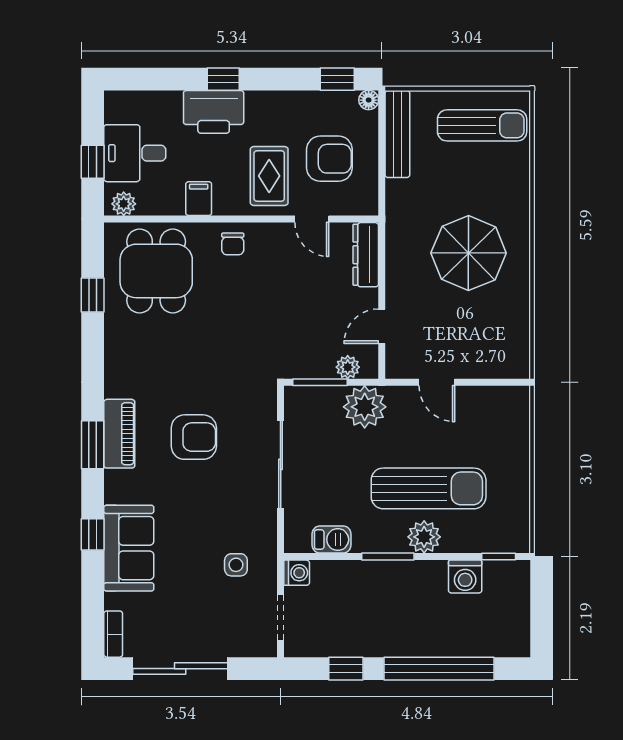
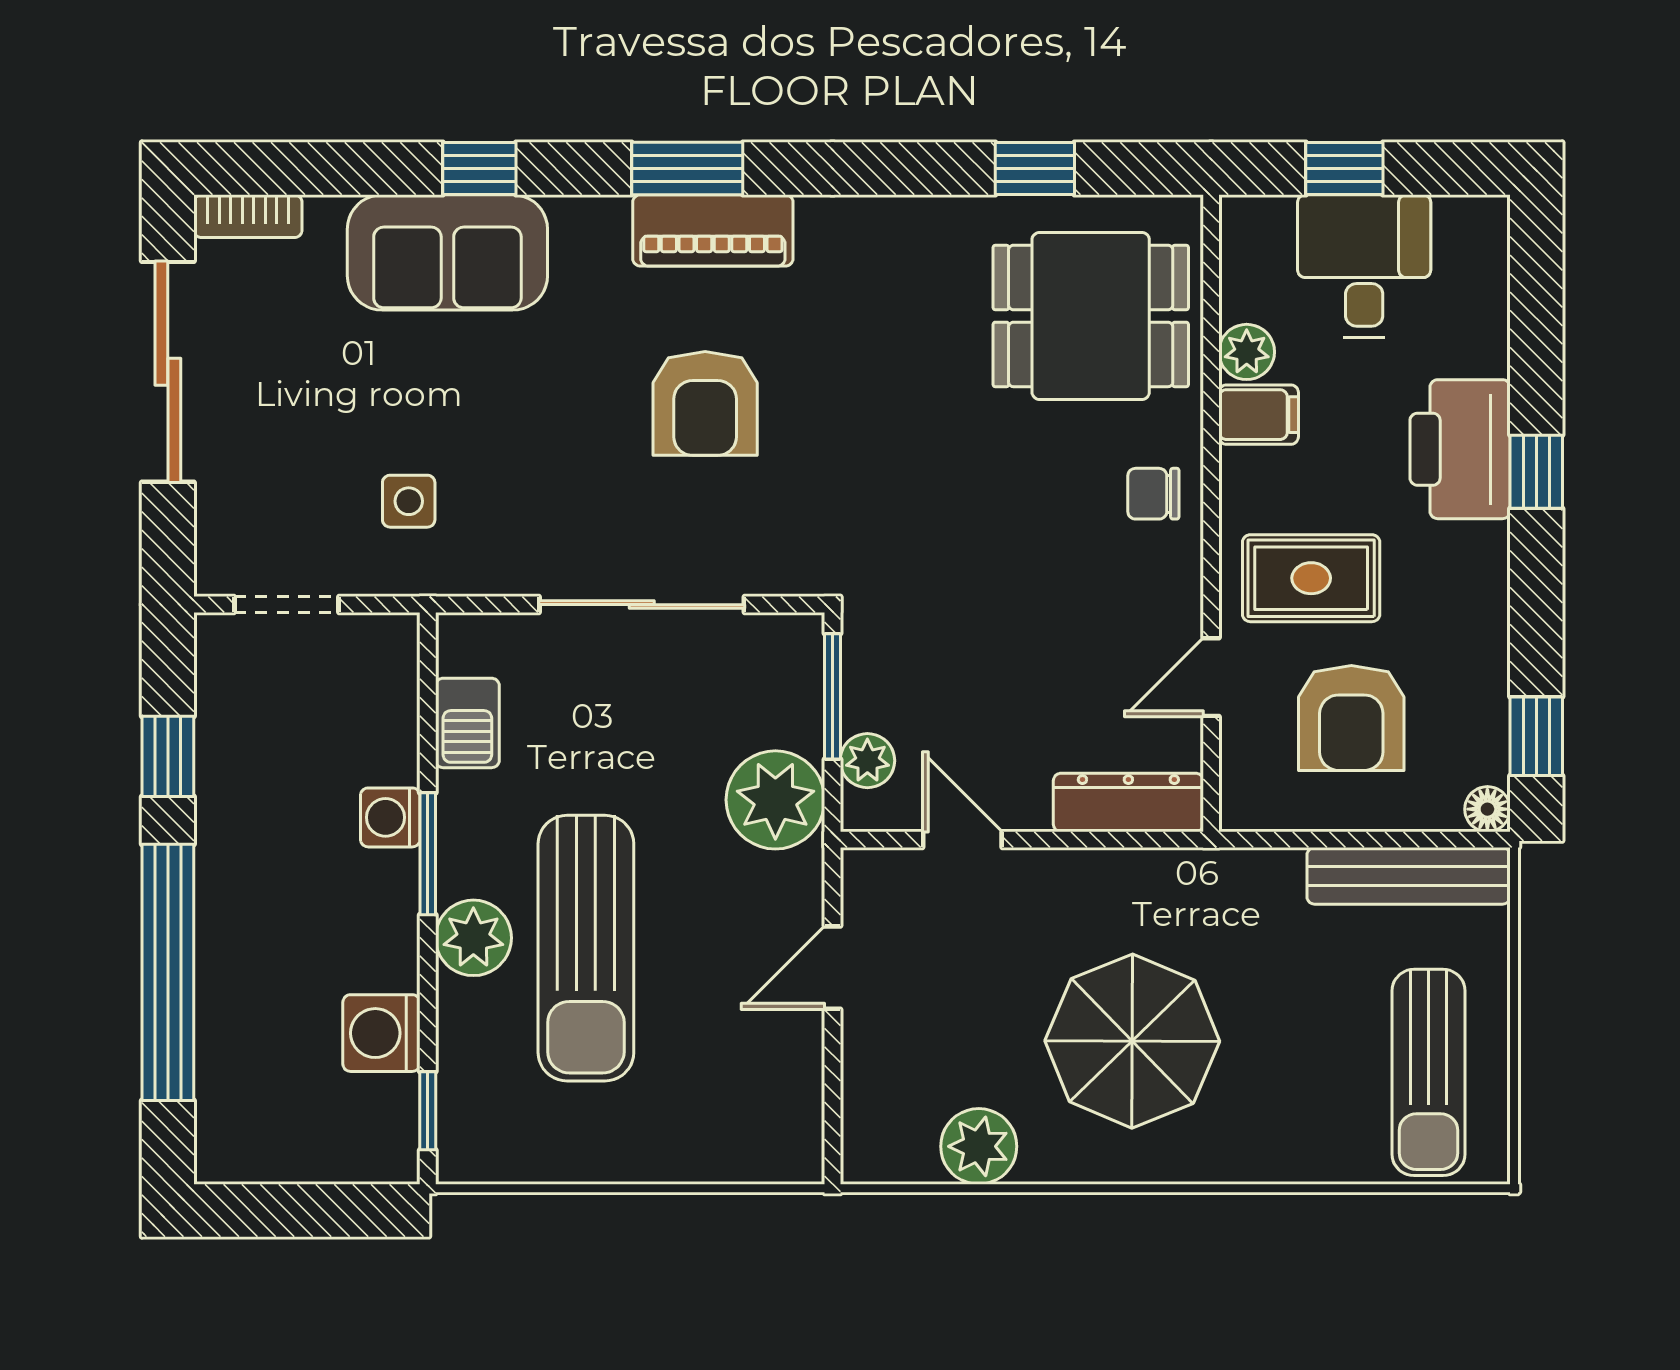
plant: (124, 204) -> (1247, 352), moved
plant: (514, 319) -> (979, 1146), added
washing machine: (297, 573) -> (390, 817), moved, turned 90

